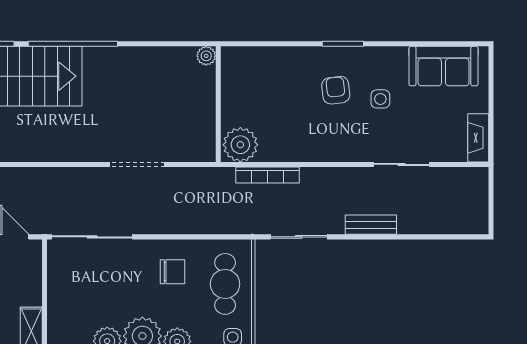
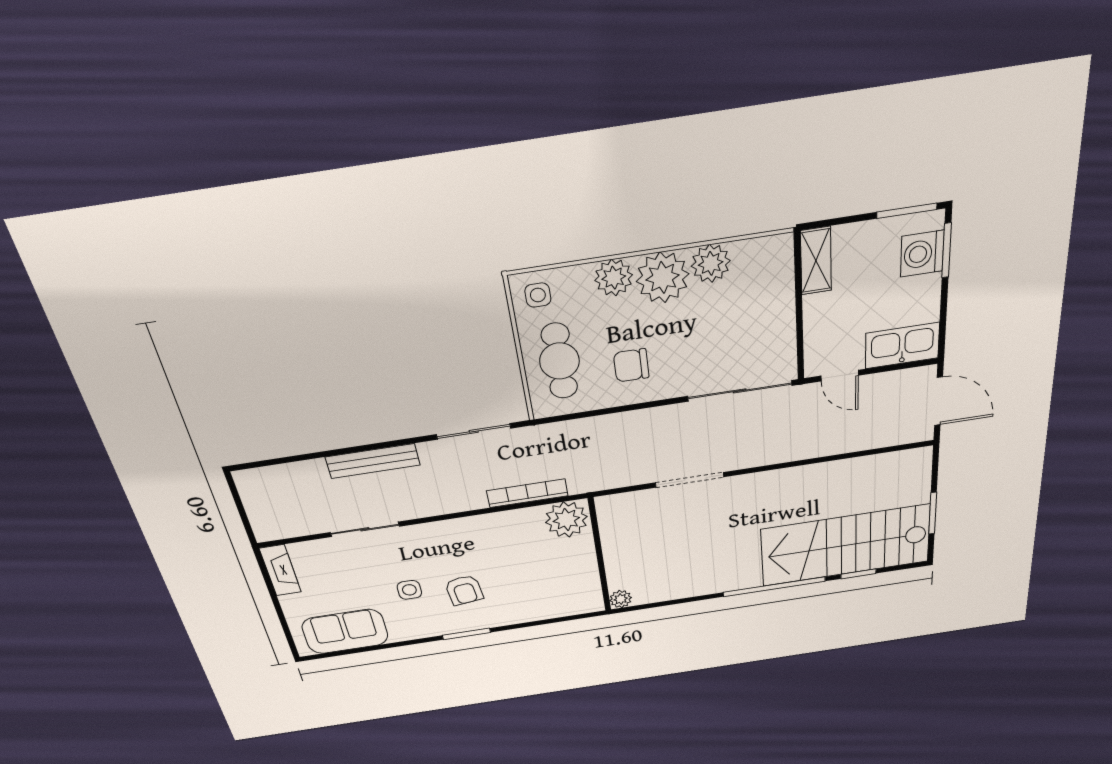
bench: (371, 225) -> (373, 461), width x1.36

